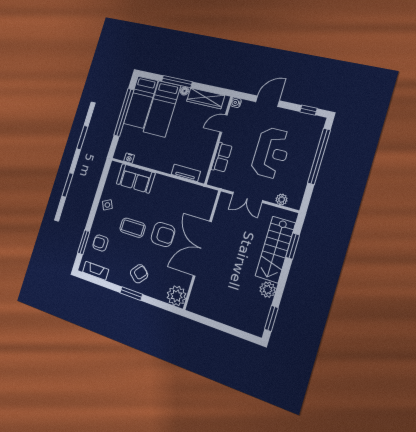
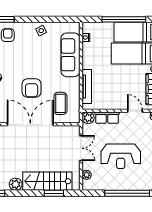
tv unit: (186, 173) -> (87, 87), width x1.41
sofa: (136, 178) -> (70, 55), width x1.36
plant: (215, 179) -> (88, 118), added
double door: (248, 197) -> (81, 148), swing flipped
coffee table: (133, 228) -> (60, 103), moved

